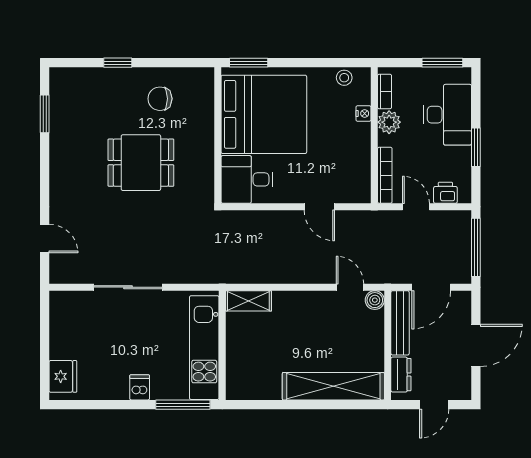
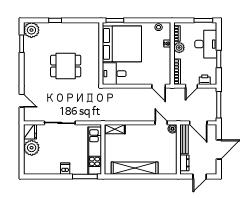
plant: (66, 84) -> (31, 30), added
chair: (160, 99) -> (74, 37), removed
door: (319, 207) -> (159, 86), moved
door: (416, 207) -> (191, 86), swing flipped
door: (431, 287) -> (198, 123), hinge flipped
plant: (66, 342) -> (32, 148), added
fridge: (63, 376) -> (30, 132), moved
shelving: (333, 386) -> (135, 168), moved

